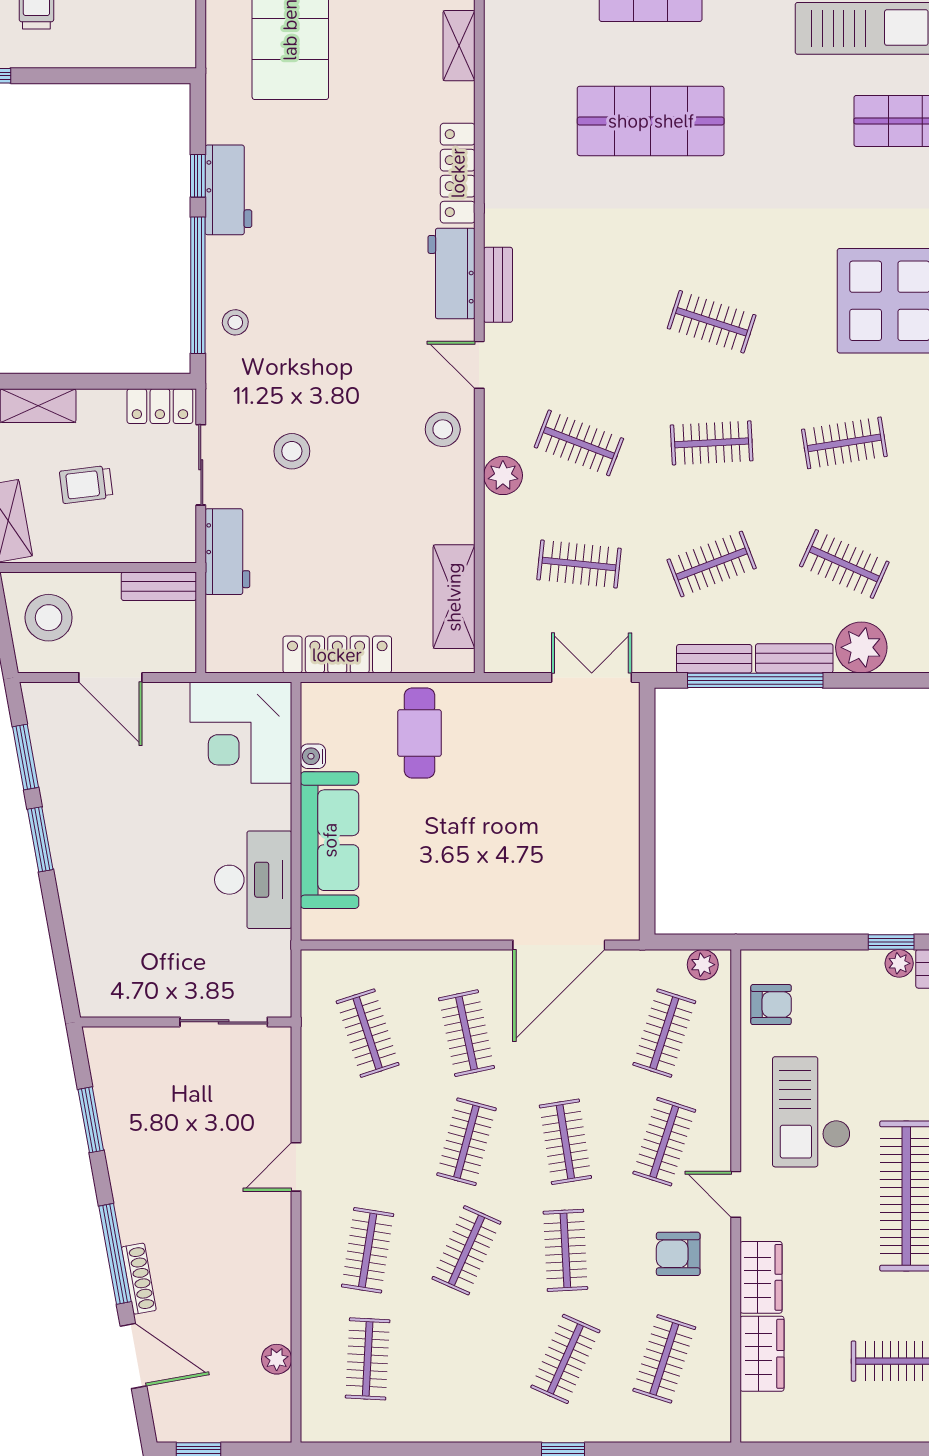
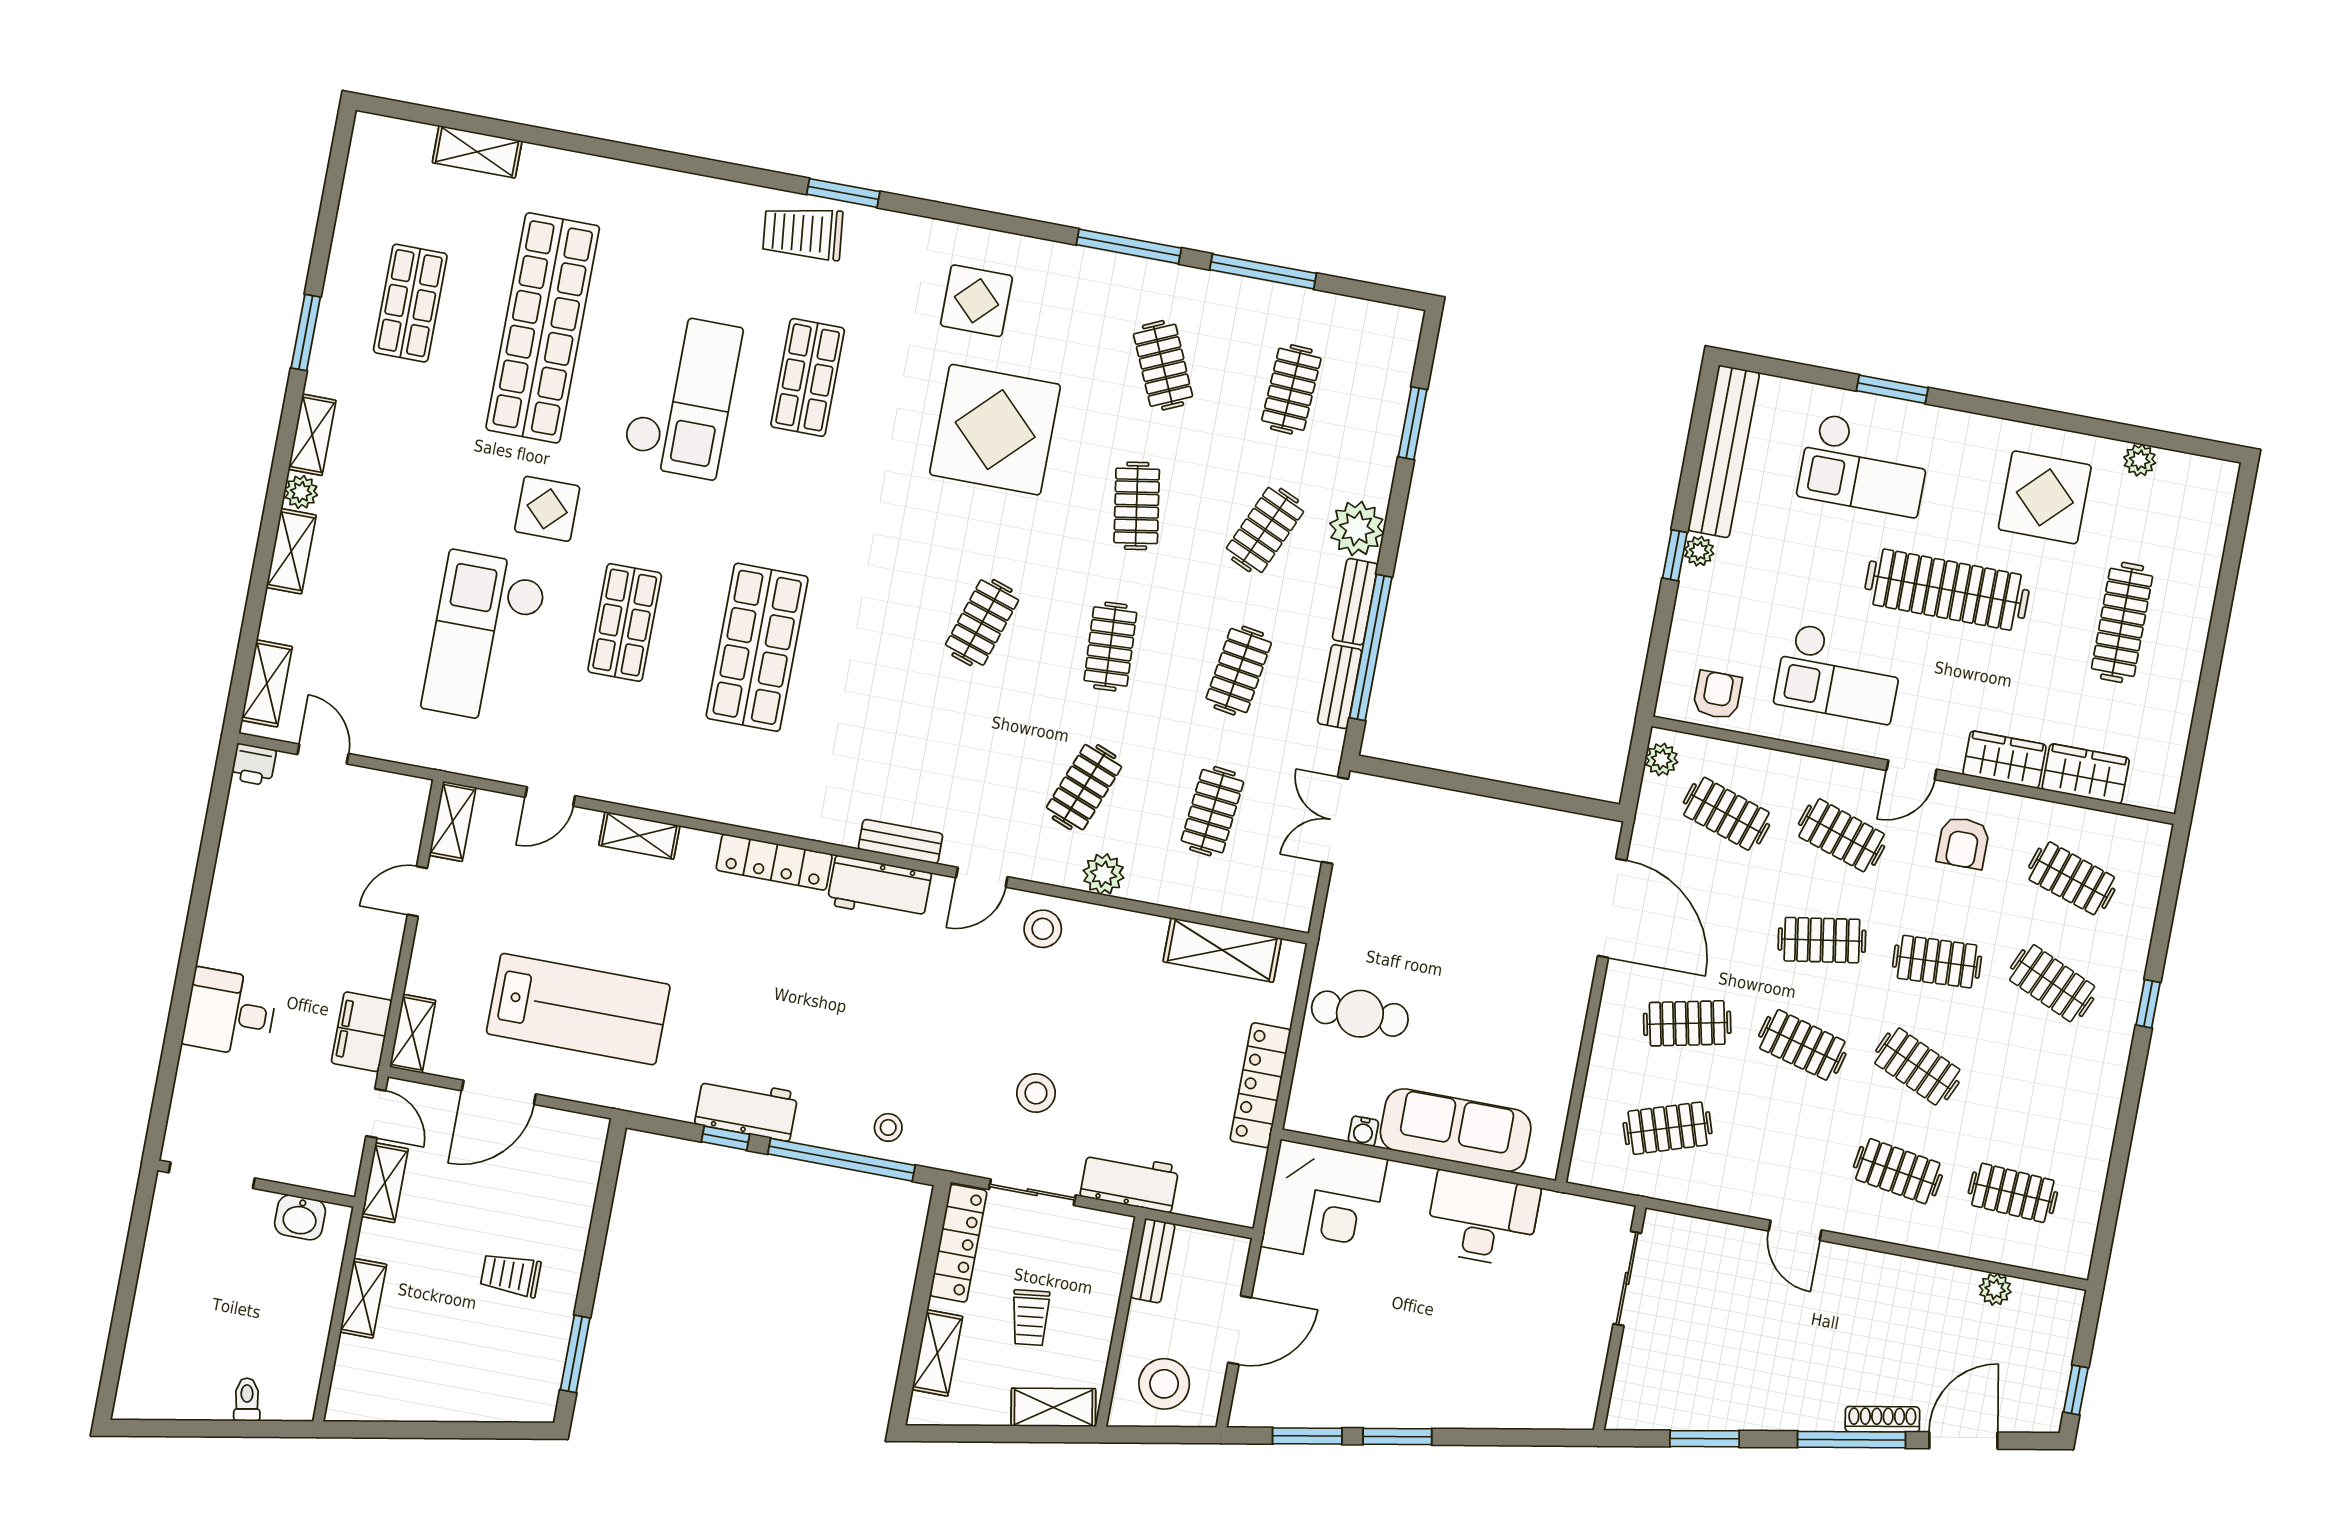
locker: (160, 406) -> (958, 1243), width x1.53
clothes rail: (712, 564) -> (1239, 671), turned 30

